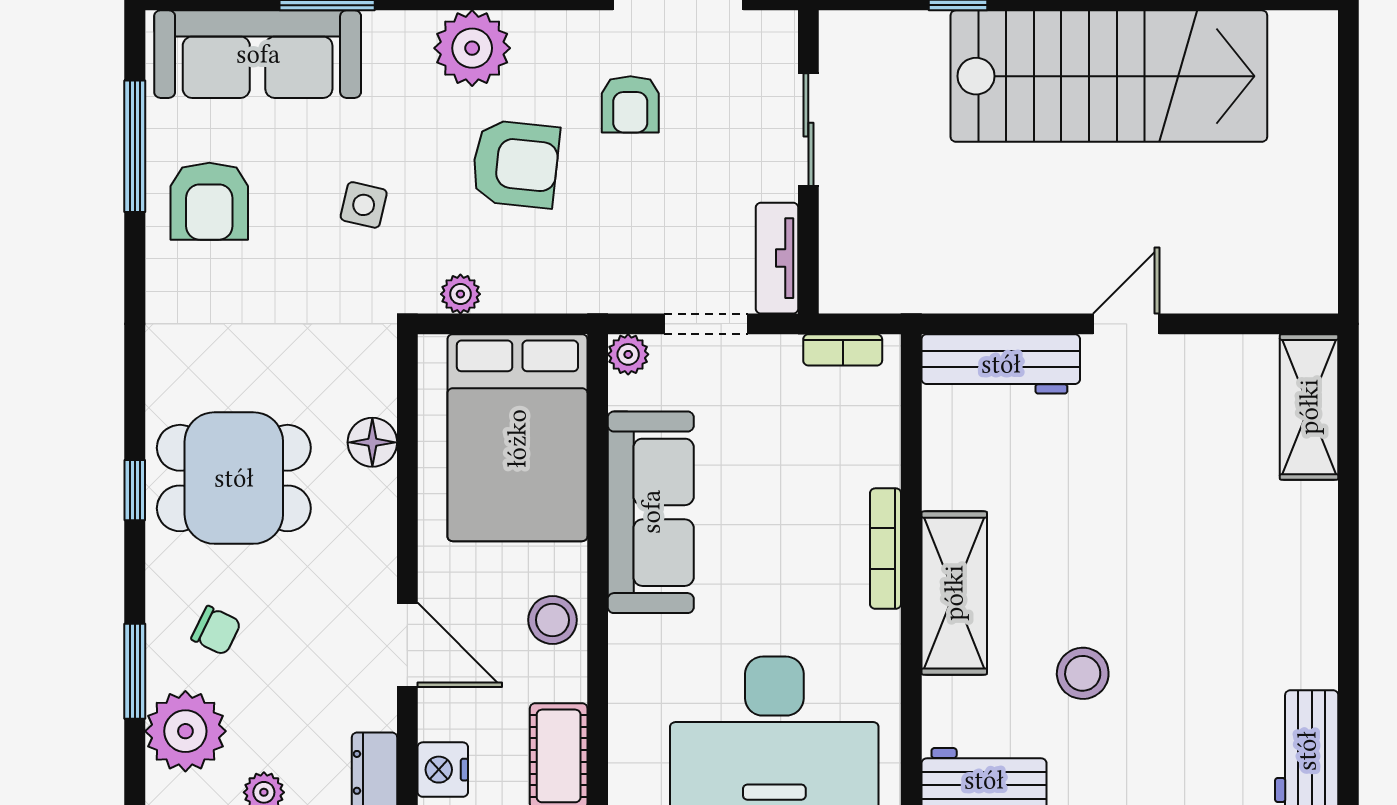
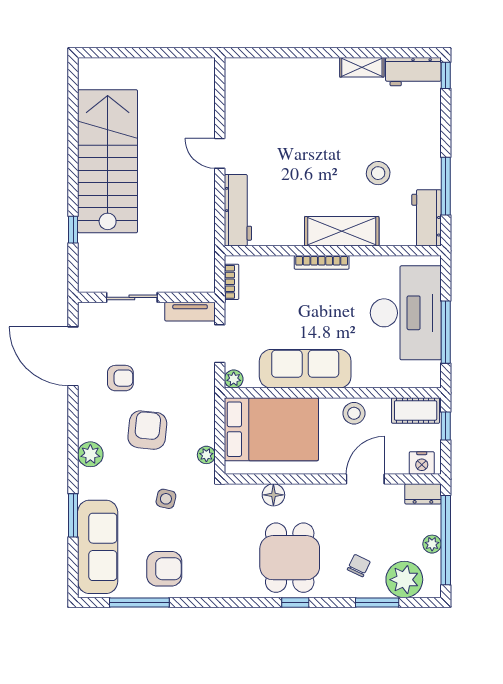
plant: (472, 48) -> (90, 454), width x0.73, depth x0.73
shelving: (1309, 407) -> (362, 67), moved, width x0.67, depth x0.75

